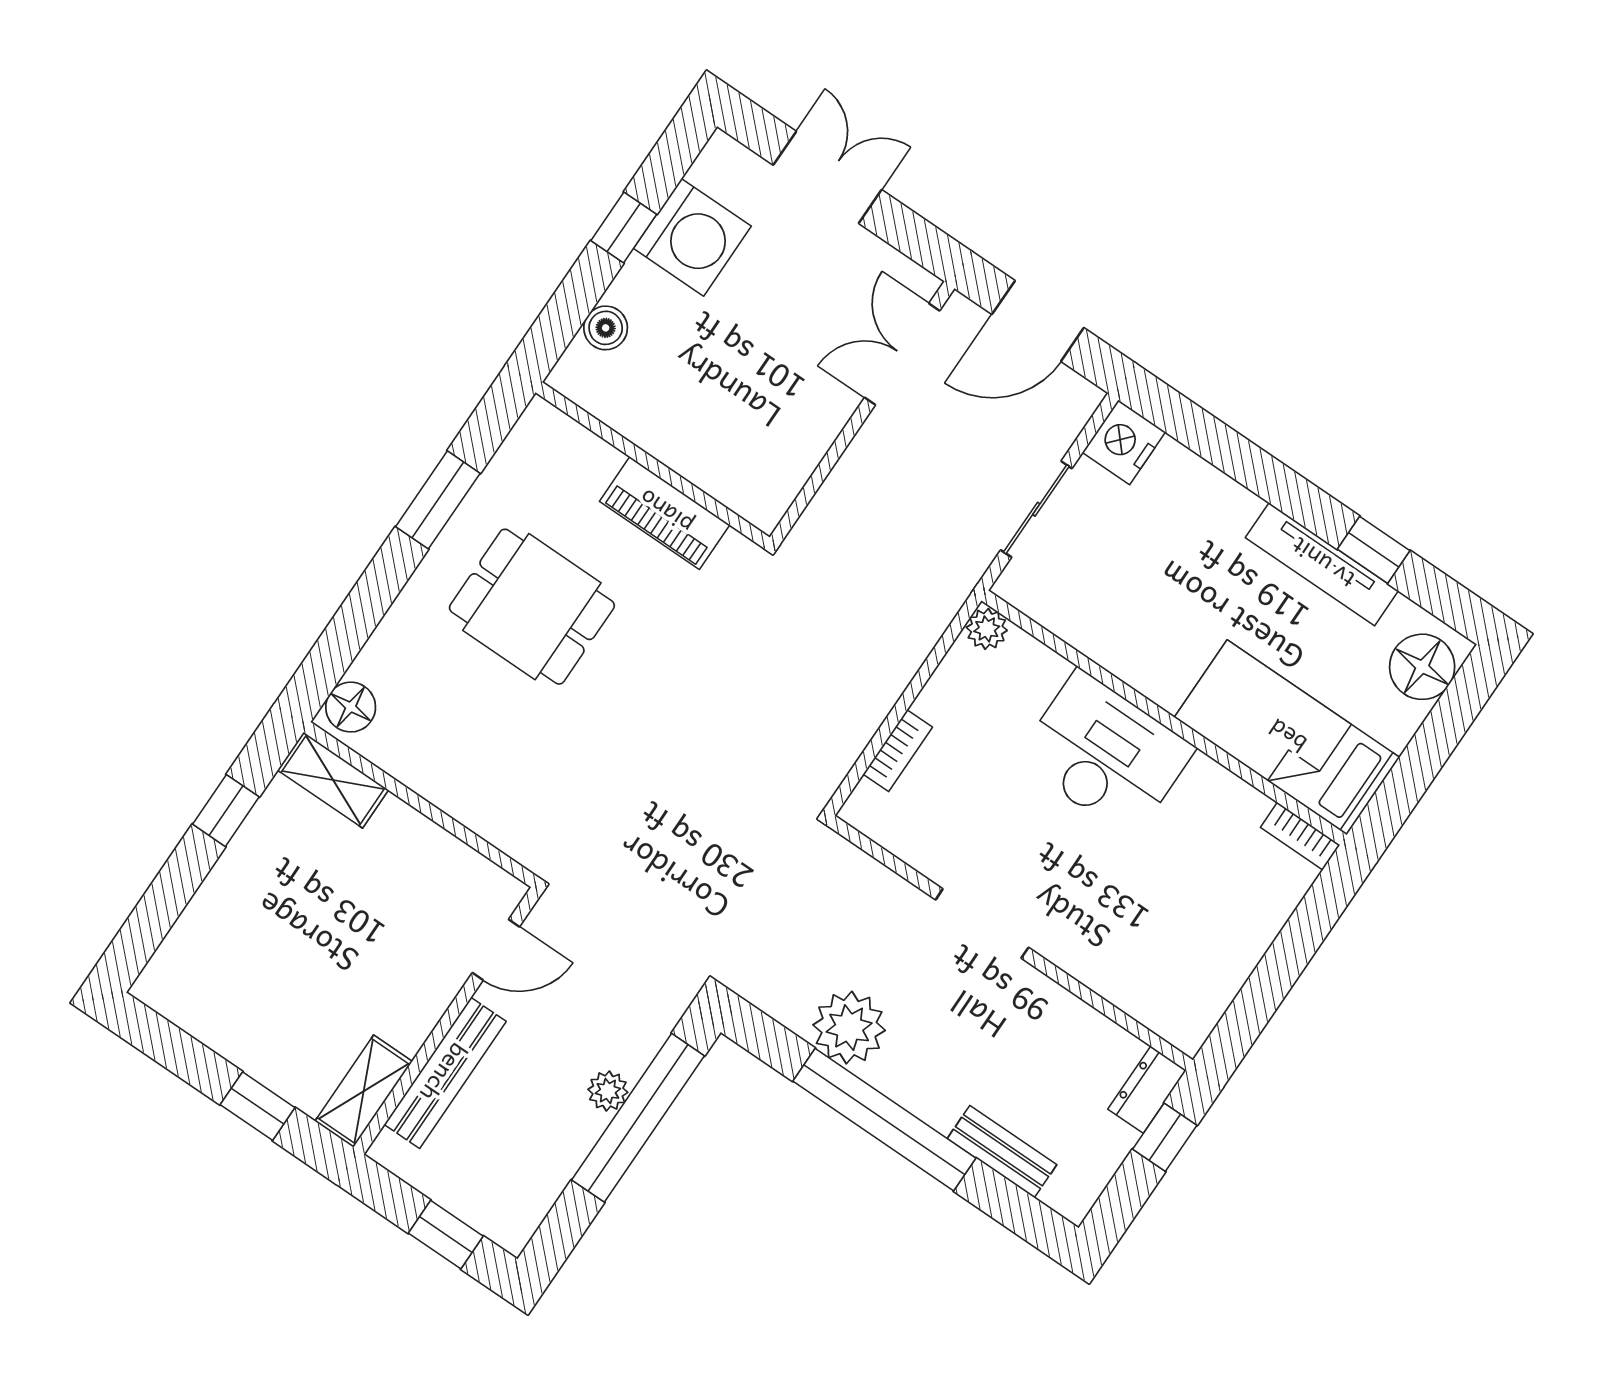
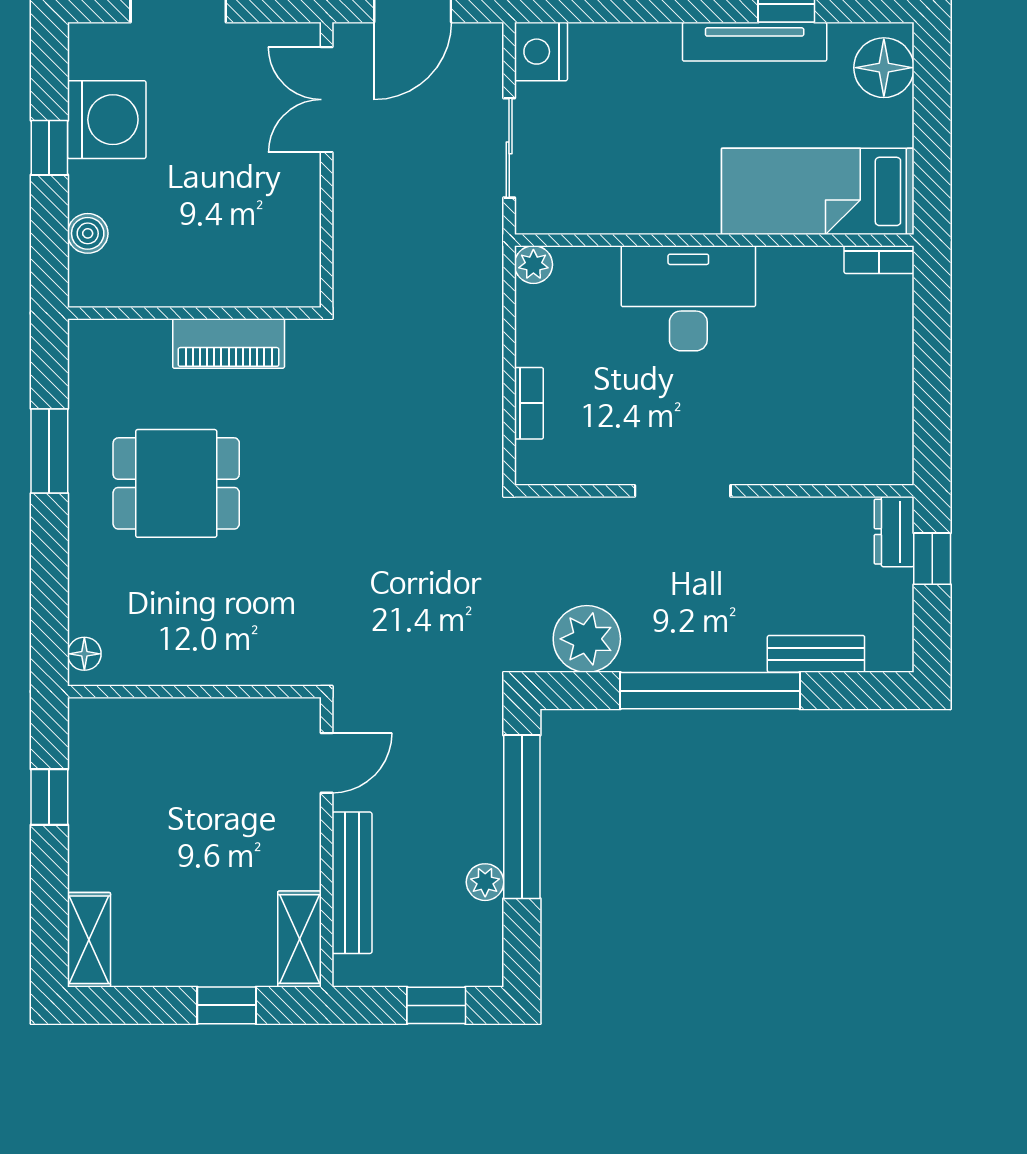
floor lamp: (351, 707) -> (84, 654), width x0.73, depth x0.73
shelving: (333, 780) -> (89, 940), moved, turned 90
plant: (849, 1028) -> (587, 639), moved
plant: (608, 1091) -> (485, 882), moved

